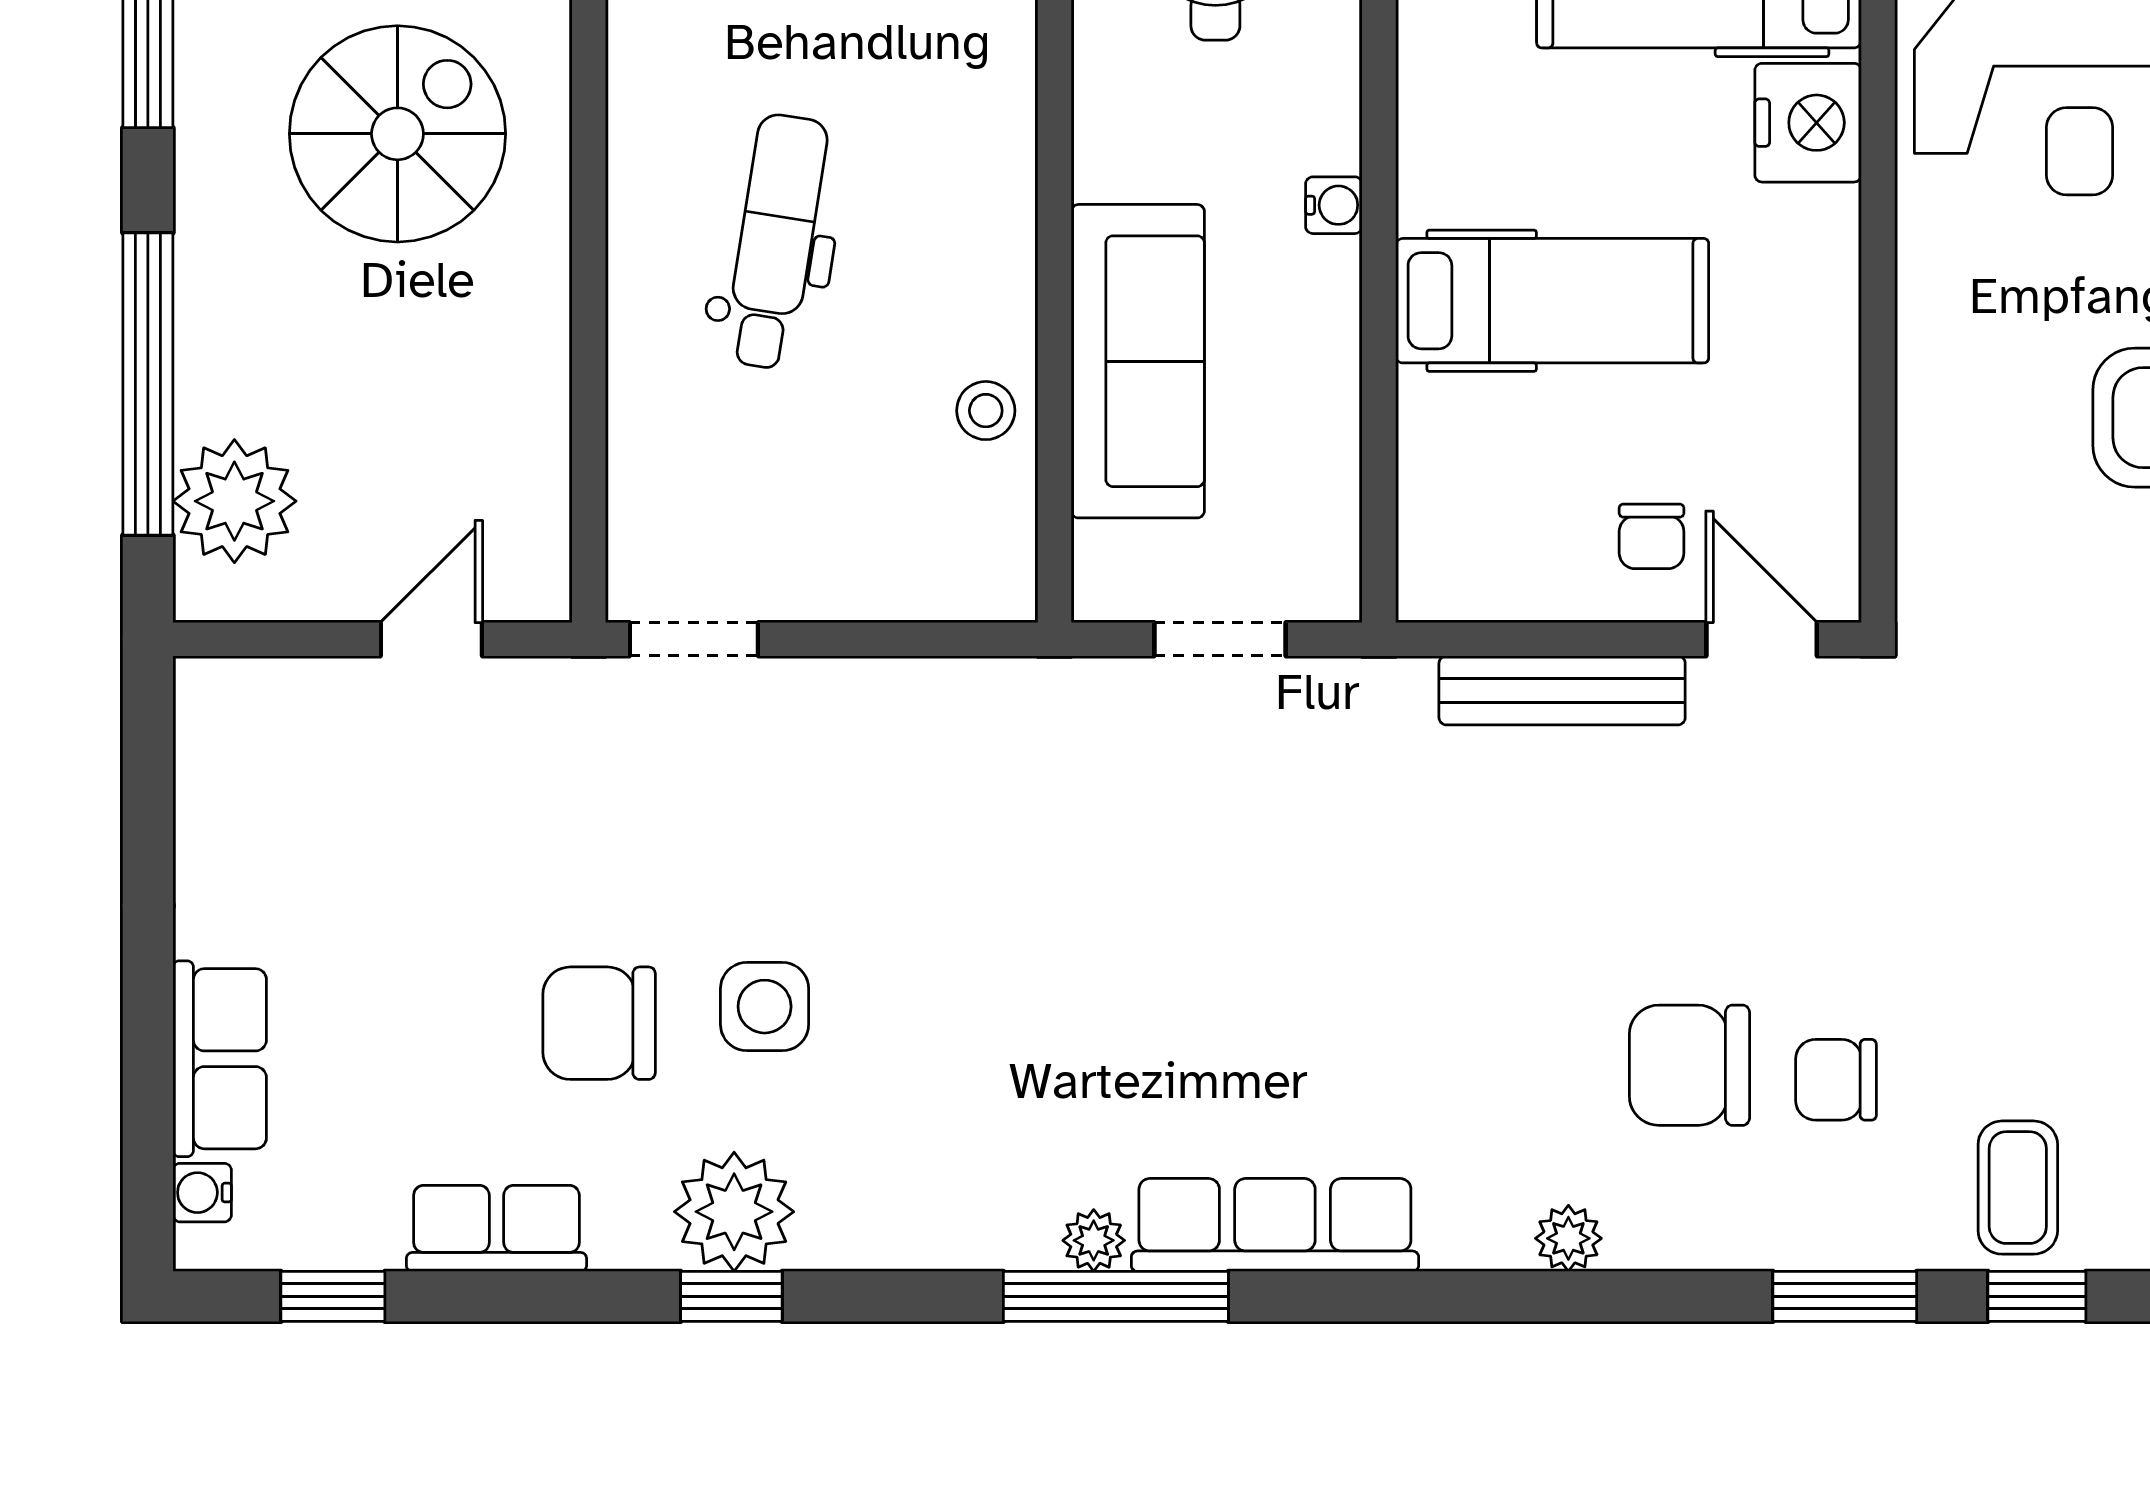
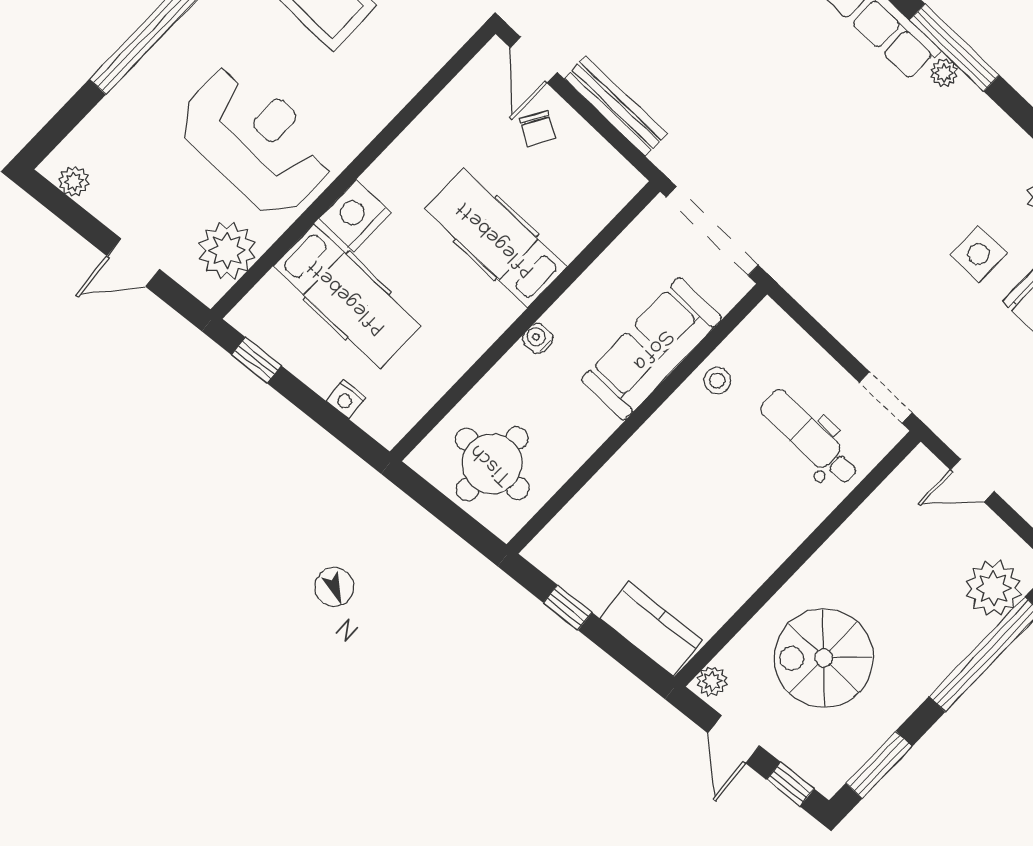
dental chair: (776, 242) -> (810, 437), moved, turned 81
chair: (1652, 536) -> (538, 129), turned 119
doorway: (1220, 639) -> (712, 231), width x1.88

